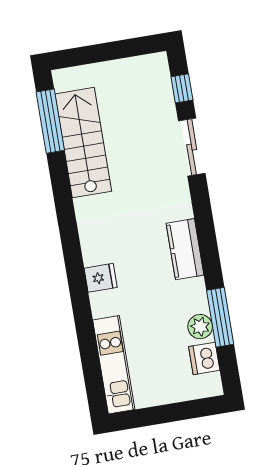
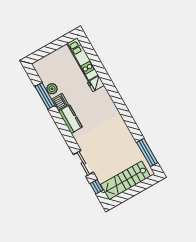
stairs: (83, 143) -> (125, 180), moved, turned 90
fridge: (101, 278) -> (96, 84), moved
dishwasher: (204, 358) -> (60, 102), moved

